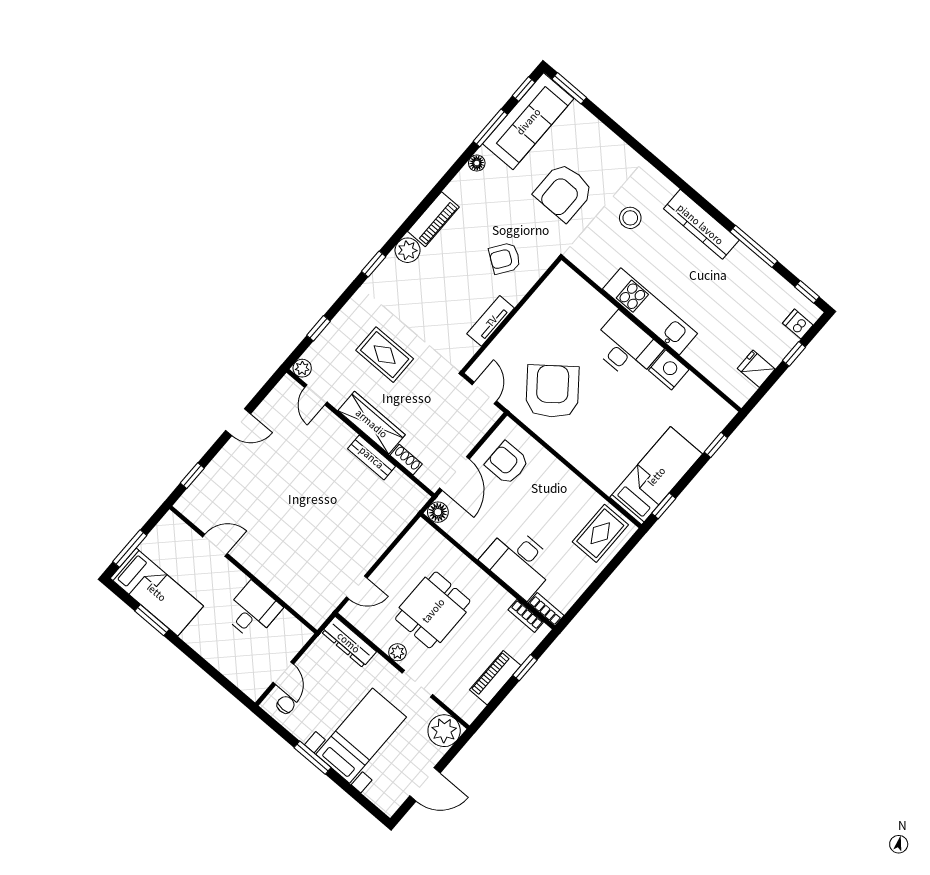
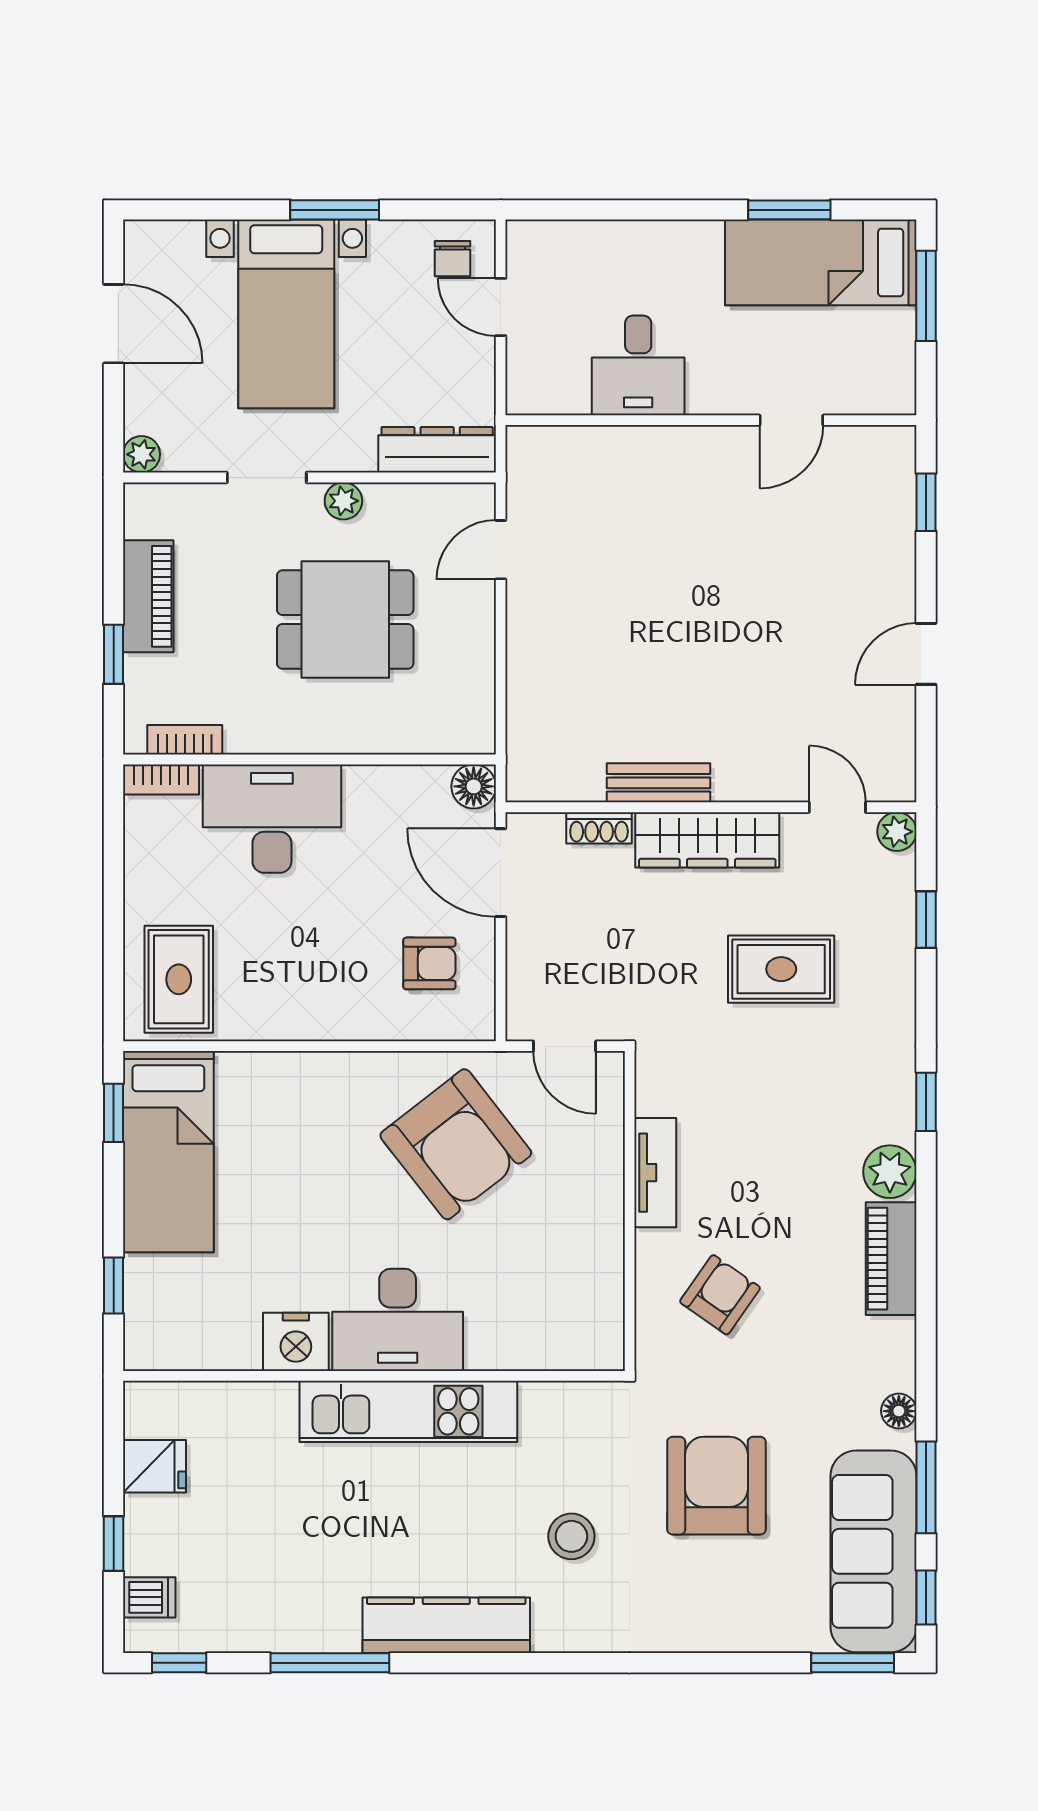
armchair: (507, 463) -> (429, 963), width x0.72, depth x0.72
dining table: (433, 610) -> (345, 619), turned 90
plant: (444, 731) -> (141, 454), width x0.53, depth x0.53
door: (425, 784) -> (114, 324), swing flipped

